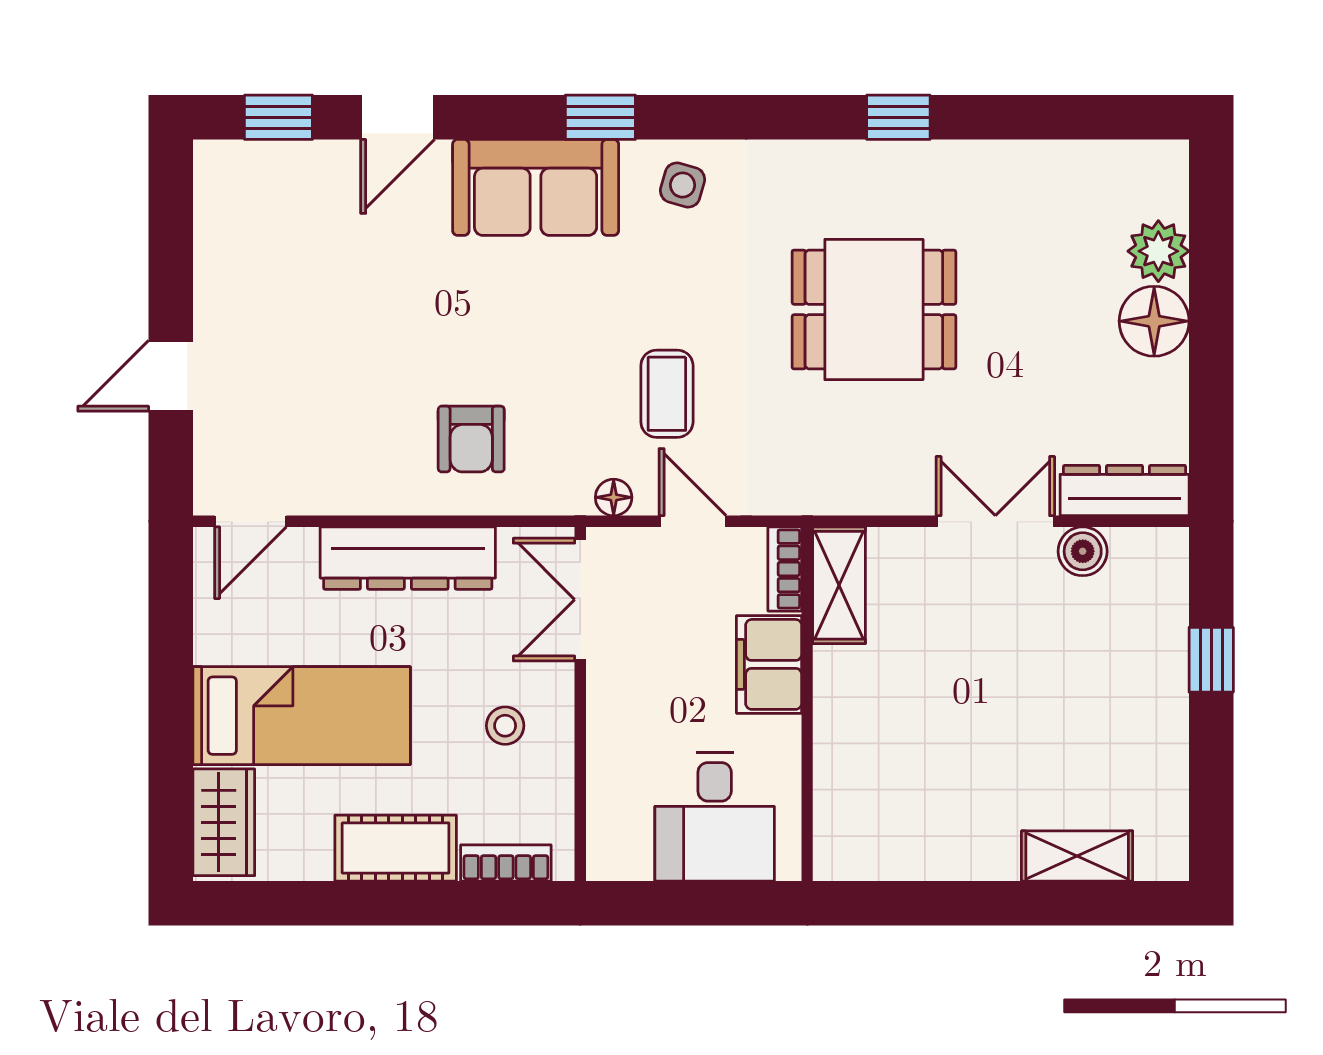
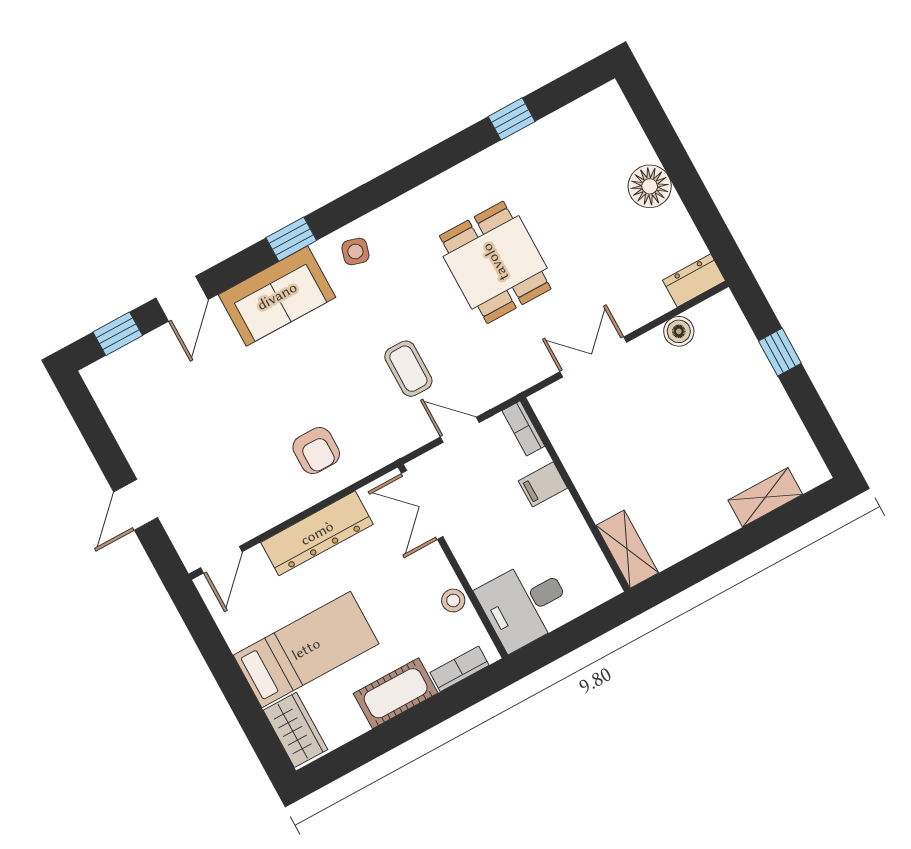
window: (898, 117) -> (512, 119), moved
plant: (1158, 251) -> (631, 147), removed
dining table: (874, 309) -> (495, 262), turned 90
dresser: (1125, 491) -> (694, 281), width x0.70
floor lamp: (614, 497) -> (410, 440), removed
double door: (995, 521) -> (593, 357), moved
shelving: (839, 585) -> (627, 549), moved
filing cabinet: (769, 664) -> (543, 484), width x0.50
stool: (505, 726) -> (453, 600), moved
desk: (715, 817) -> (525, 604), moved, turned 90

